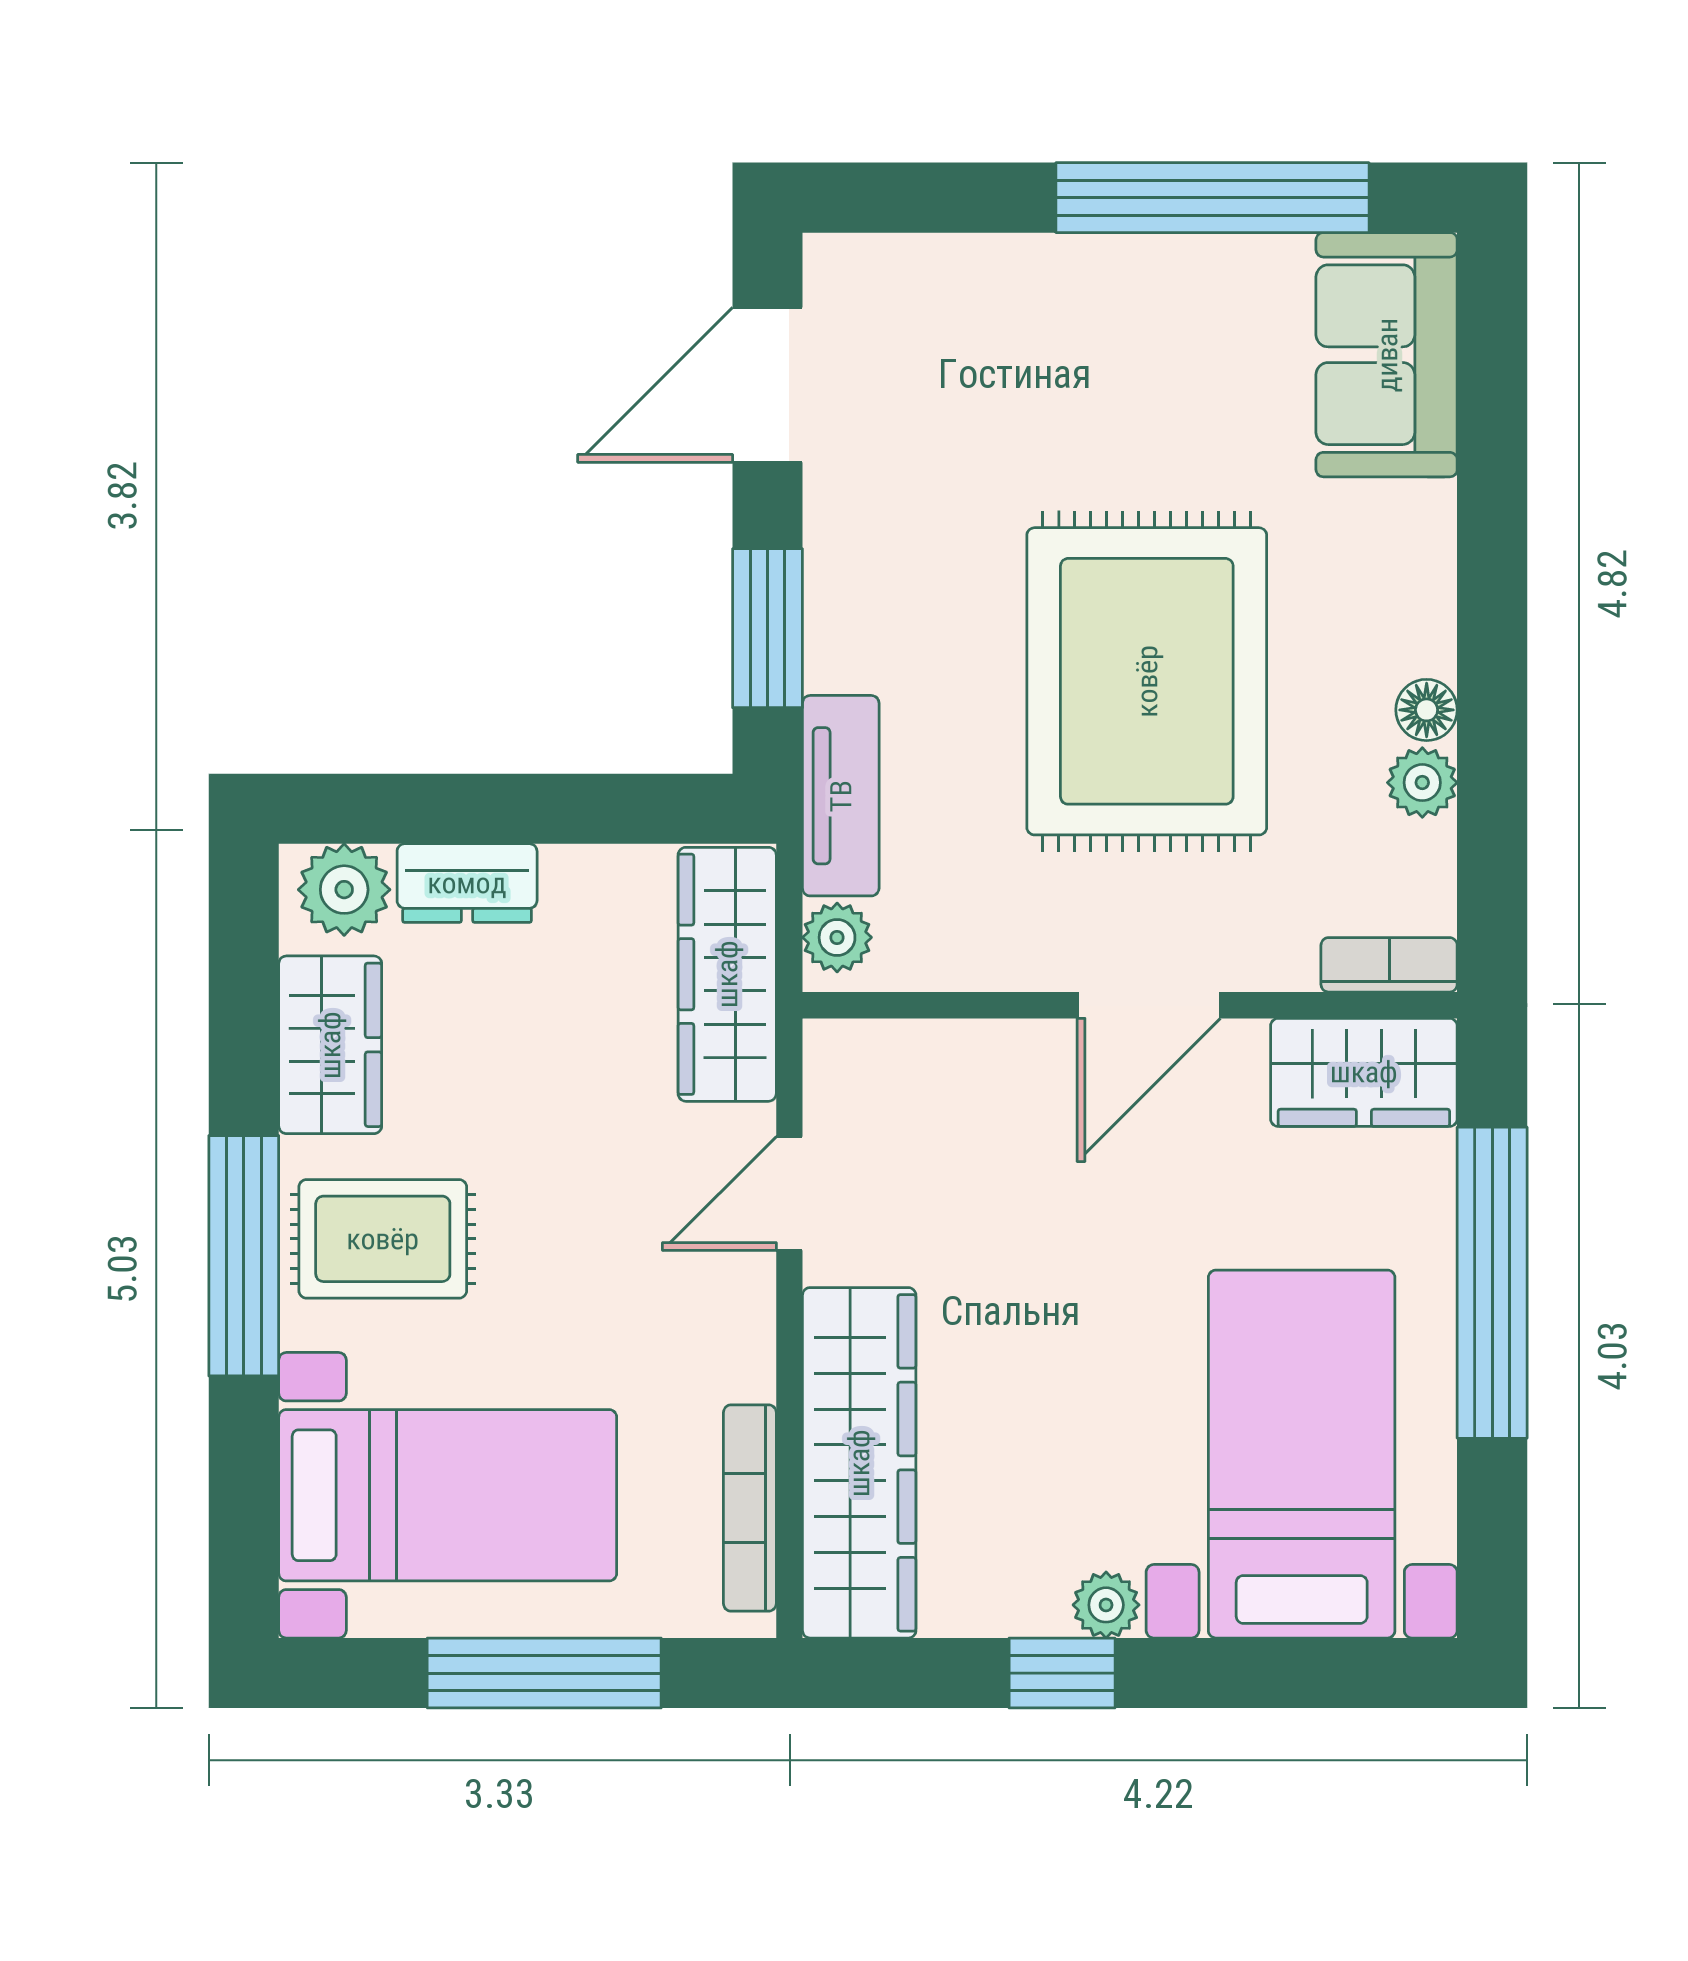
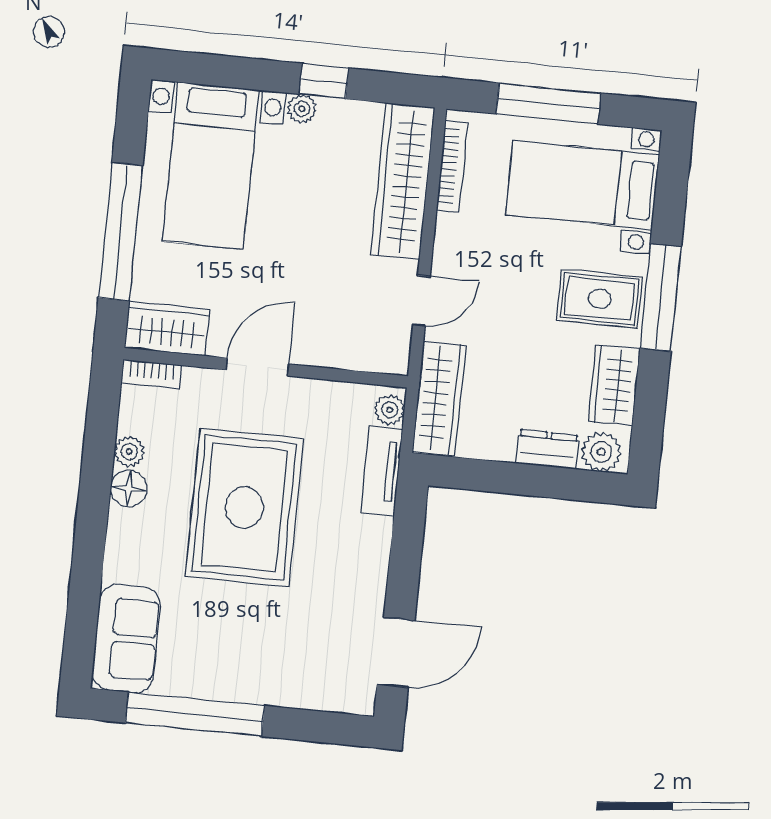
window: (768, 628) -> (406, 547), removed
floor lamp: (1427, 710) -> (129, 488), width x1.37, depth x1.37

